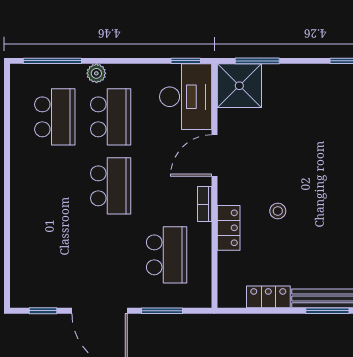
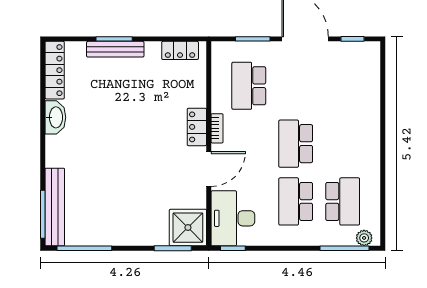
plant: (96, 73) -> (364, 238), moved
school desk: (55, 117) -> (343, 201), turned 180
stool: (278, 211) -> (156, 123), removed
locker: (229, 228) -> (197, 127), moved
locker: (268, 297) -> (180, 50), moved

